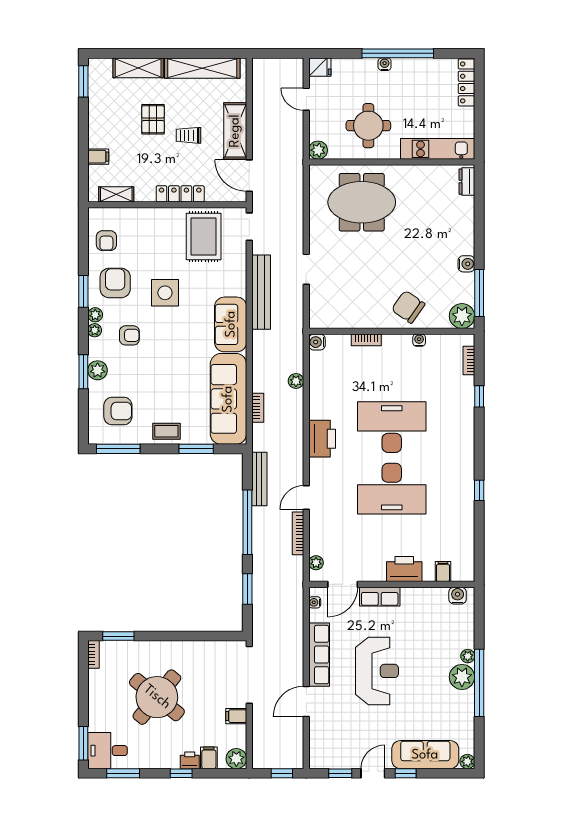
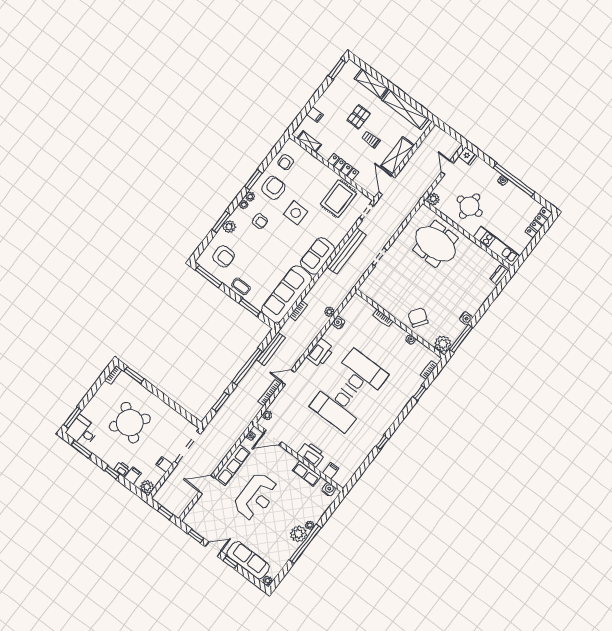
water cooler: (317, 342) -> (338, 323), moved
row of seats: (380, 597) -> (307, 473), moved

